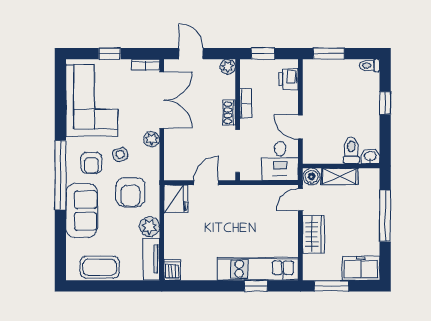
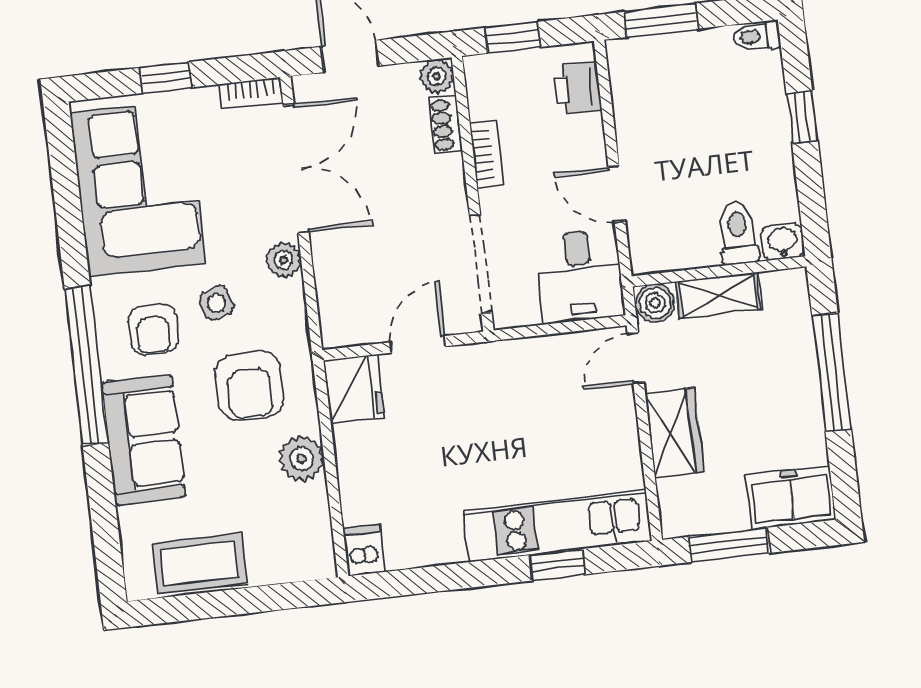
shoe rack: (229, 113) -> (446, 125), moved
tv unit: (151, 259) -> (314, 532), removed

